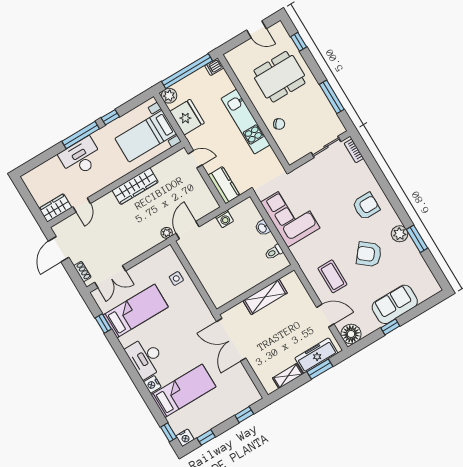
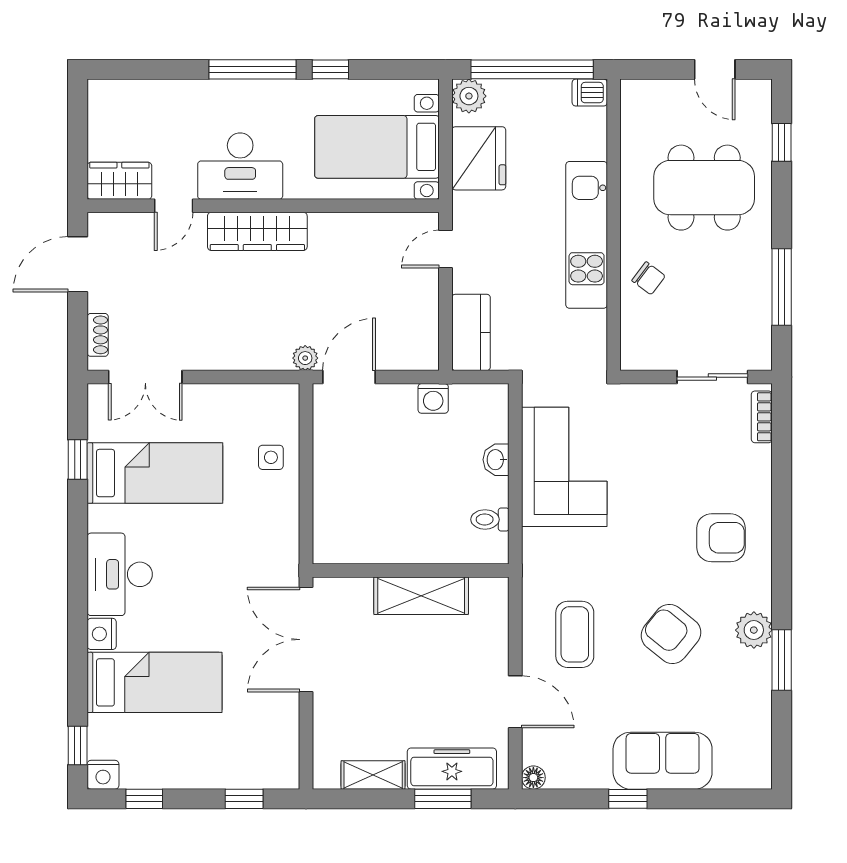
desk: (81, 157) -> (240, 166), moved, turned 180
door: (195, 159) -> (446, 249), swing flipped
wardrobe: (135, 186) -> (257, 231), moved
floor lamp: (351, 334) -> (533, 778), width x0.53, depth x0.53

